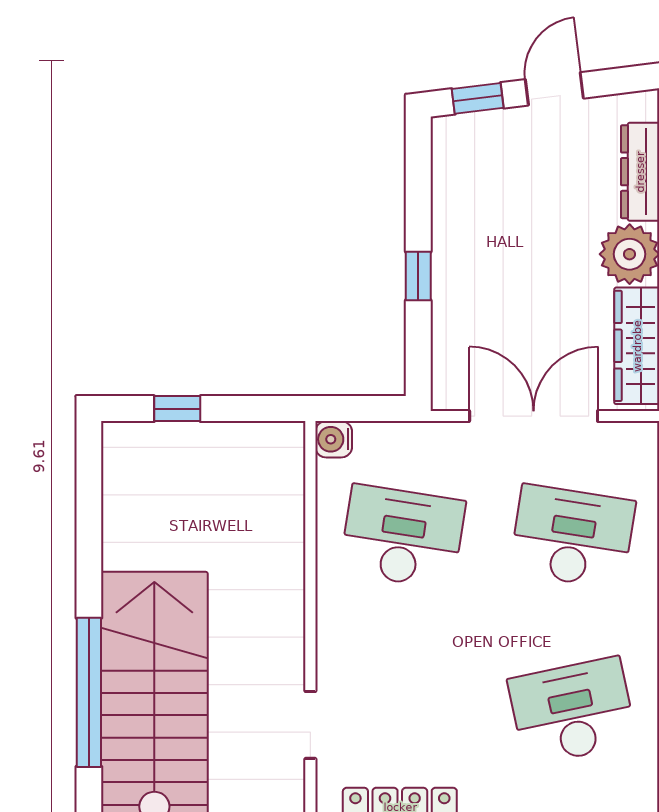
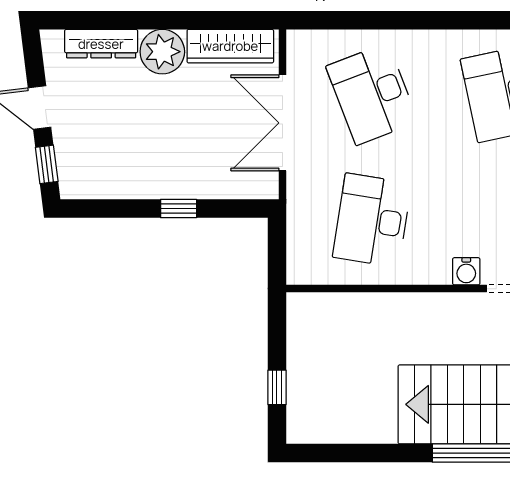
water cooler: (334, 439) -> (466, 271), moved
desk: (572, 537) -> (372, 94), turned -30

